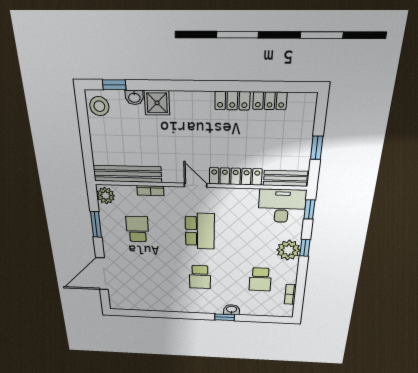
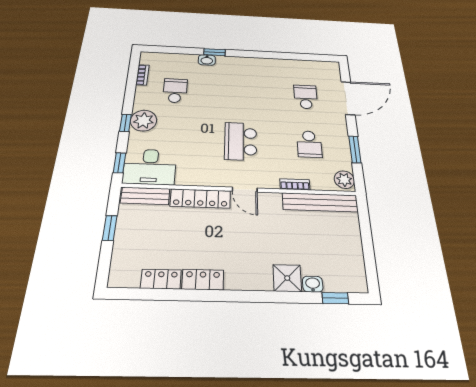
stool: (99, 106) -> (352, 275), removed
school desk: (200, 277) -> (306, 97), moved

